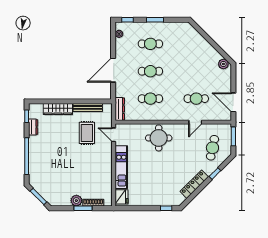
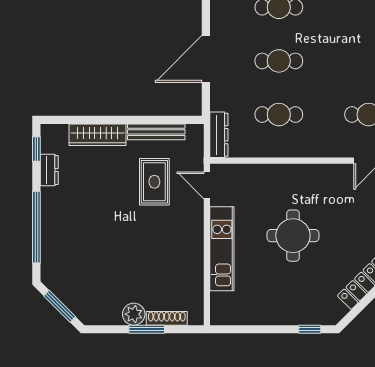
round table: (159, 138) -> (293, 236), moved
fridge: (122, 197) -> (222, 307), removed

